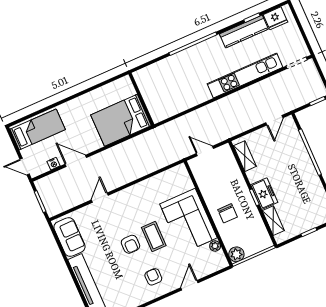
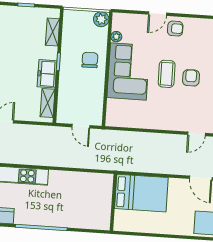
freezer: (264, 194) -> (47, 74), moved
armchair: (153, 277) -> (175, 29), moved, turned -90

